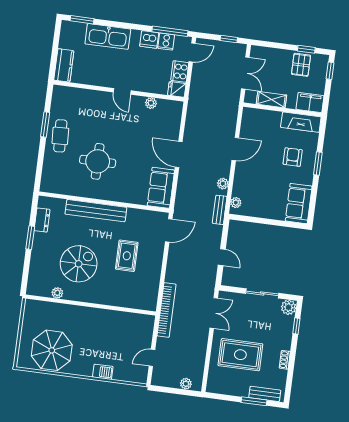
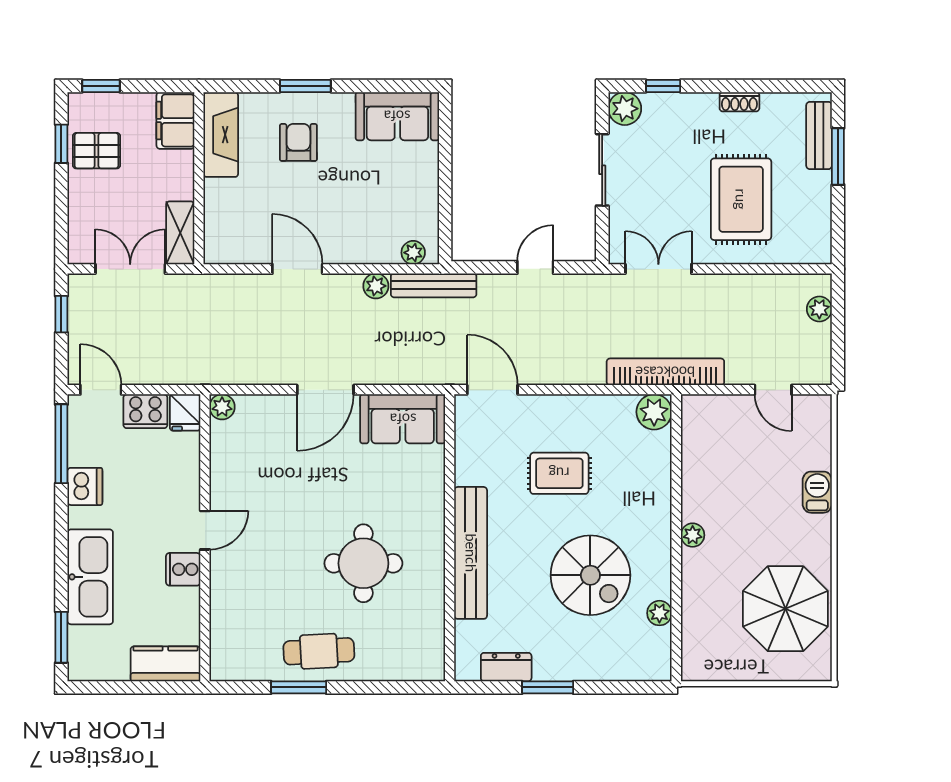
cooker: (166, 42) -> (183, 569), moved, turned 180
shelving: (271, 100) -> (180, 233), moved
plant: (151, 103) -> (222, 407), moved
armchair: (293, 157) -> (298, 142), turned 90
bench: (220, 210) -> (434, 285), width x1.36
spiral stairs: (79, 264) -> (590, 575), turned 180
plant: (149, 302) -> (654, 412), added
plant: (91, 313) -> (693, 535), added

